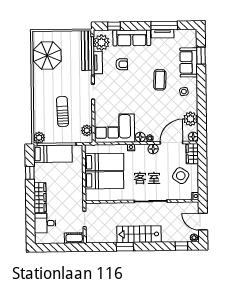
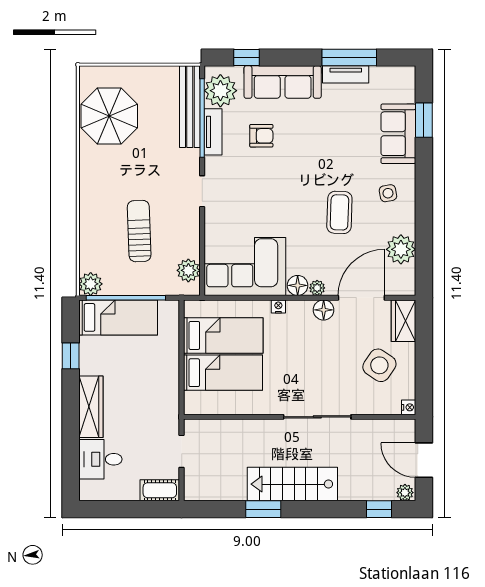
coffee table: (160, 80) -> (339, 212), moved
floor lamp: (193, 137) -> (406, 286), removed

